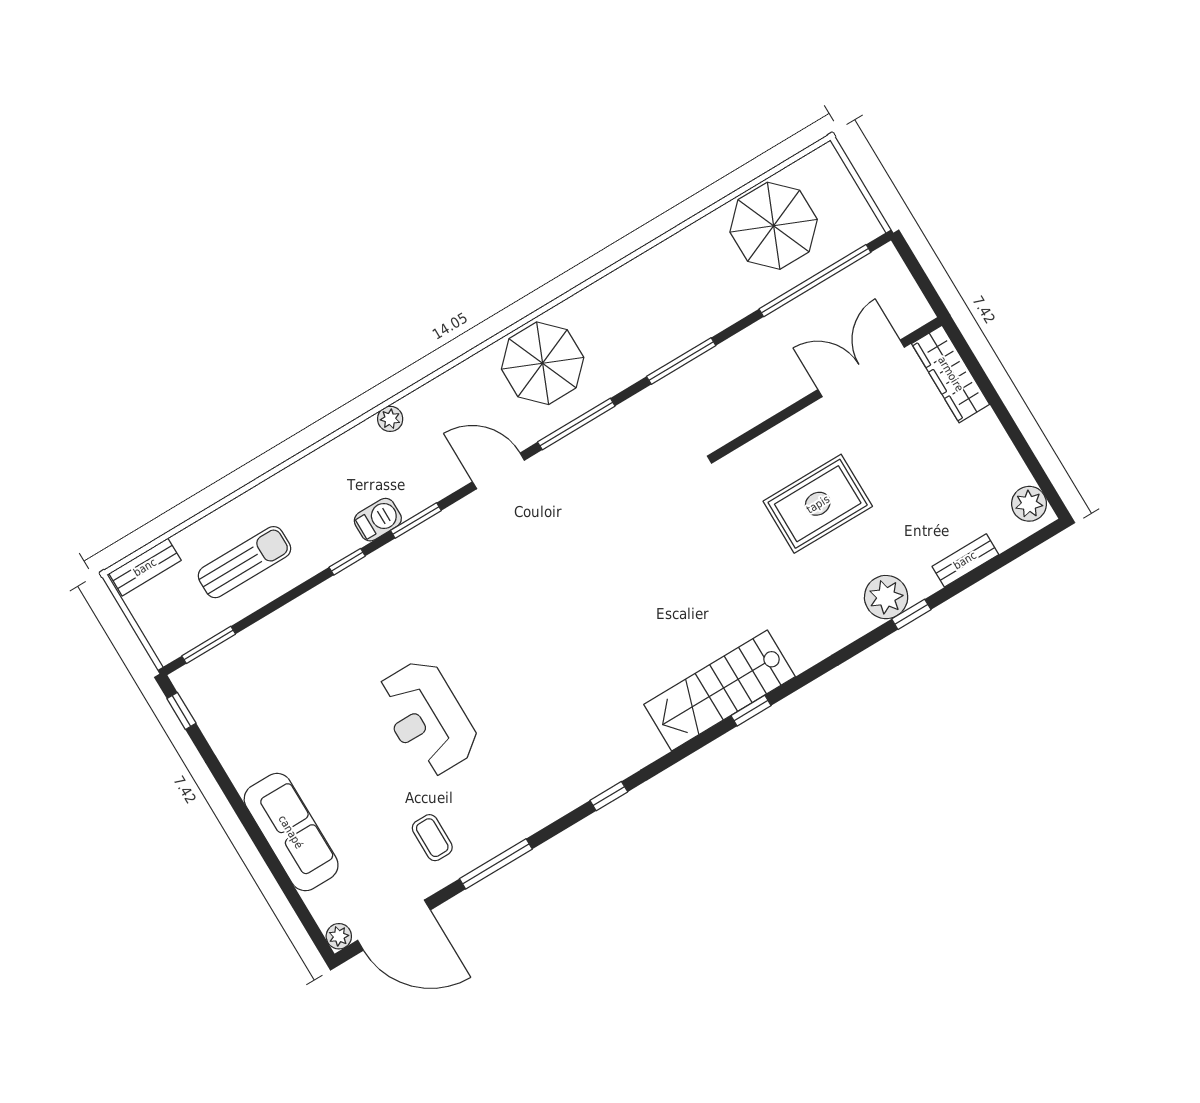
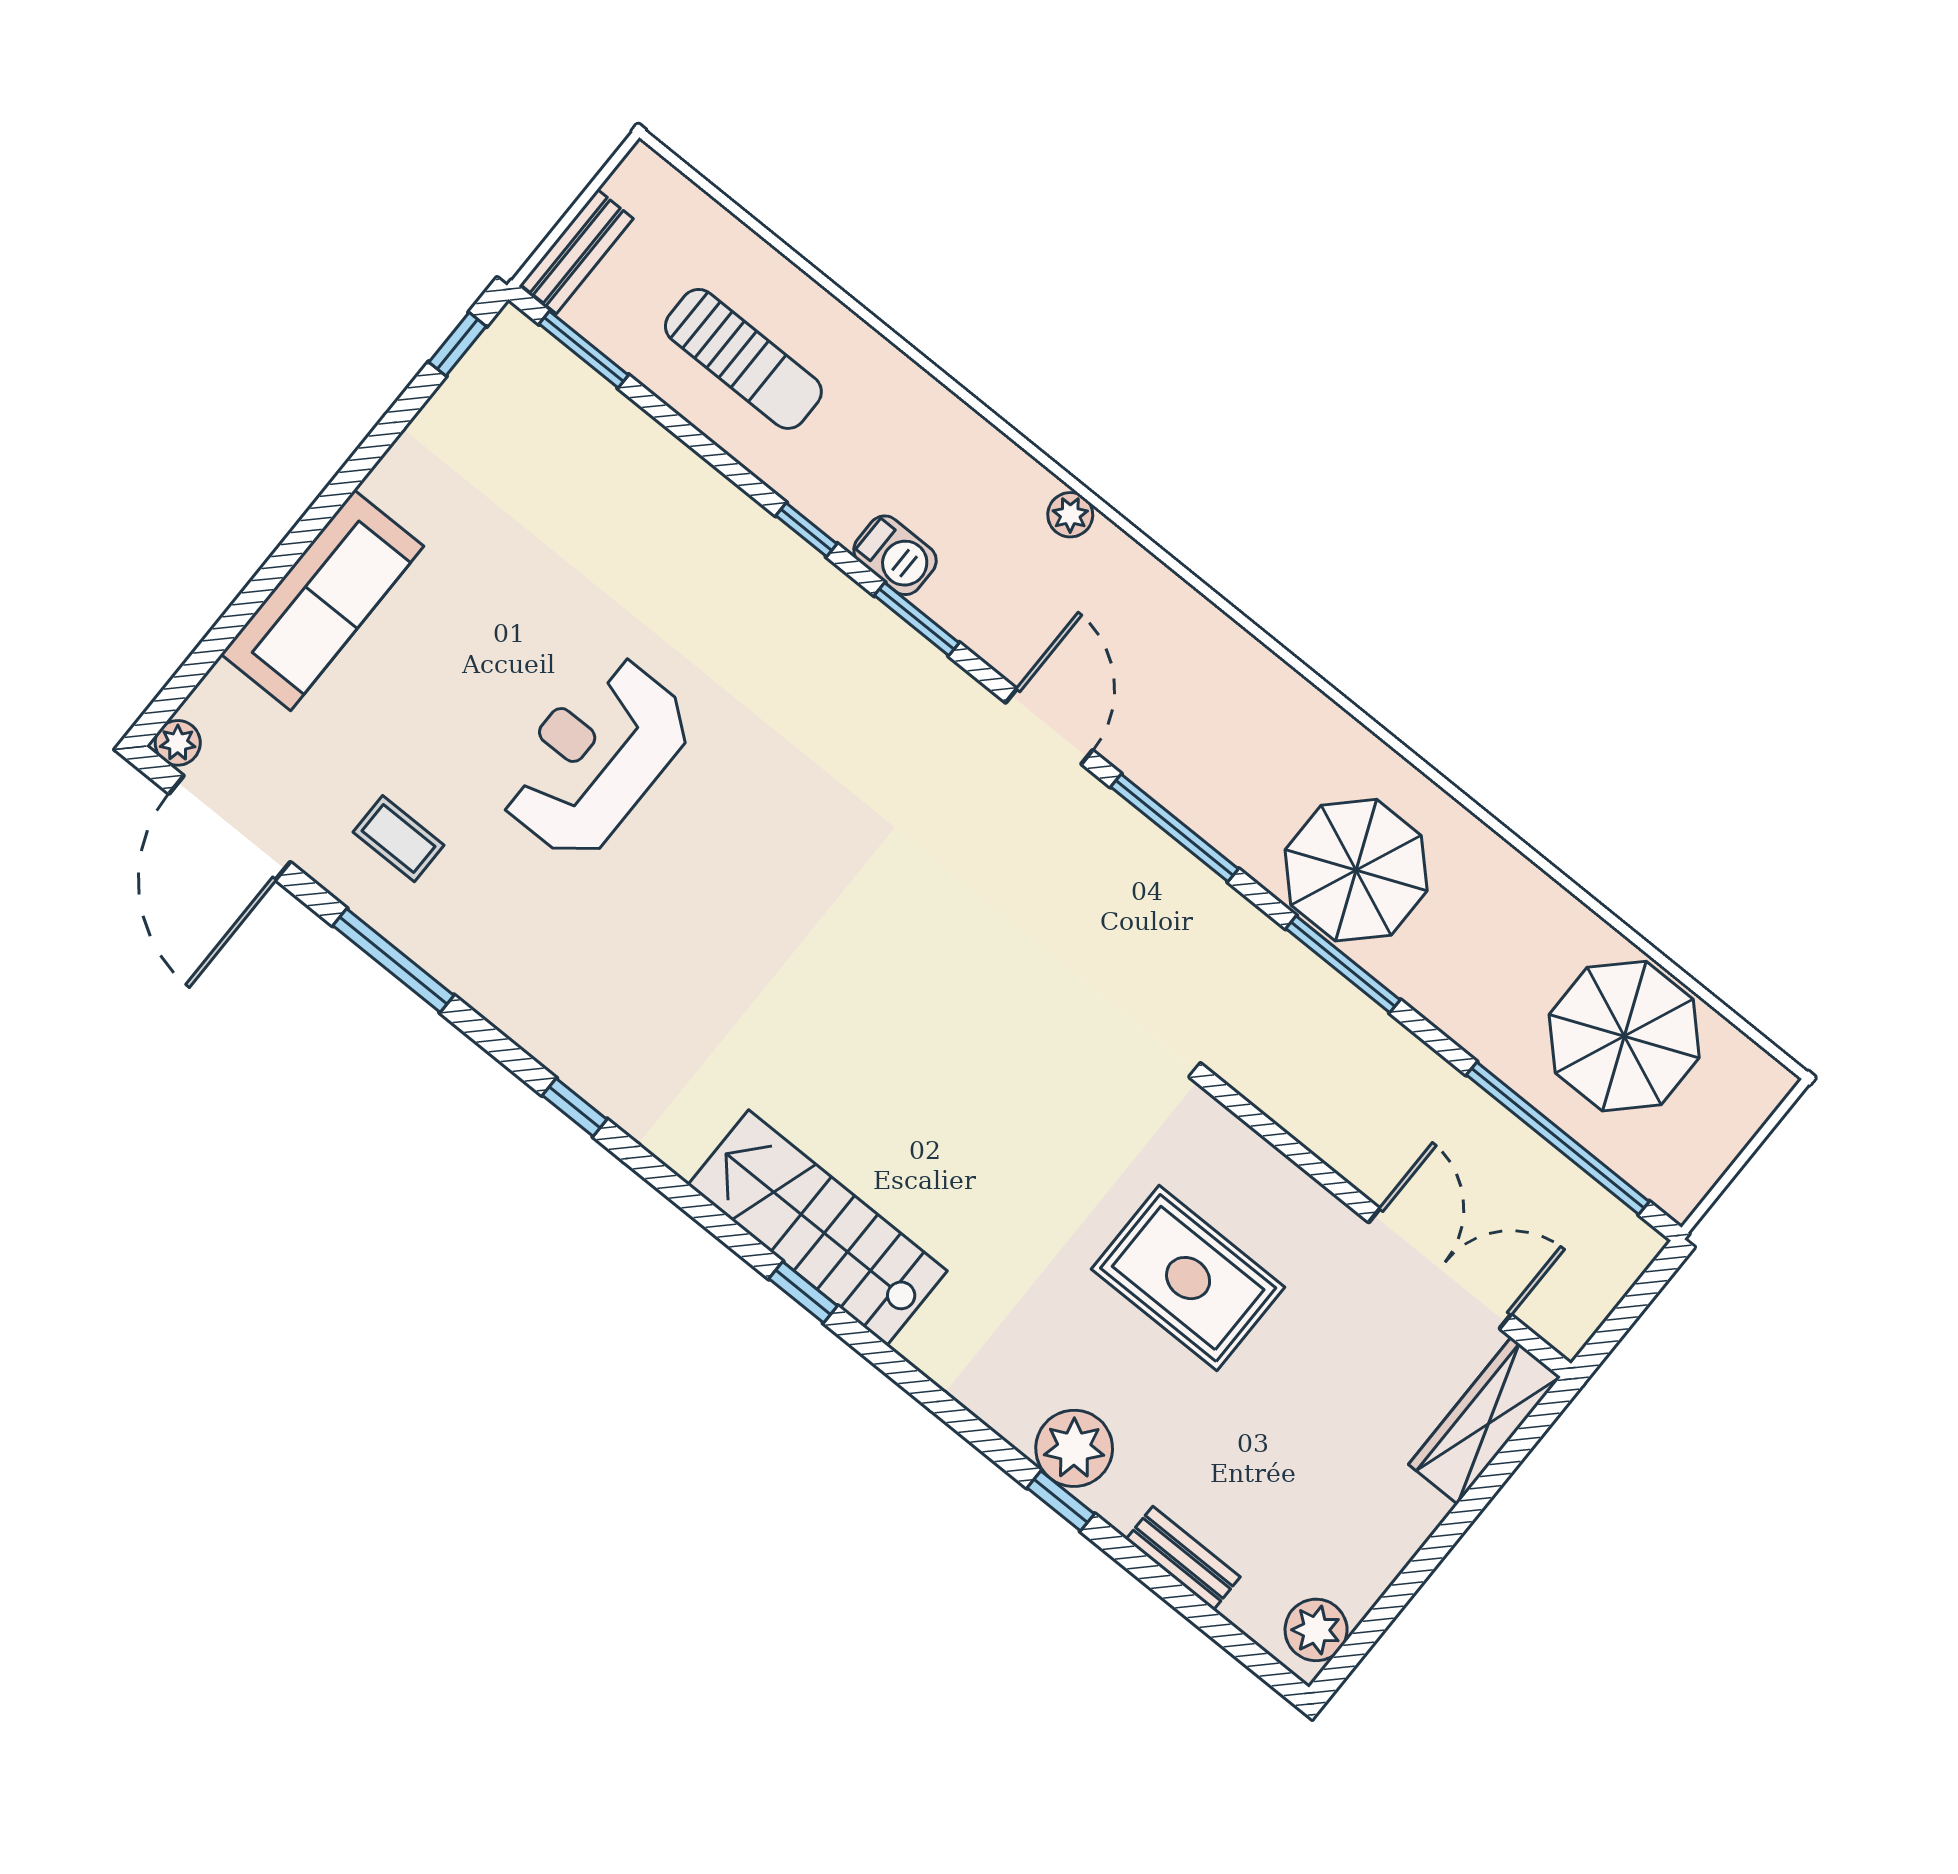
parasol: (543, 363) -> (1356, 870), moved
bench: (145, 567) -> (577, 252), moved, turned 90
coffee table: (432, 838) -> (399, 839), turned 90

